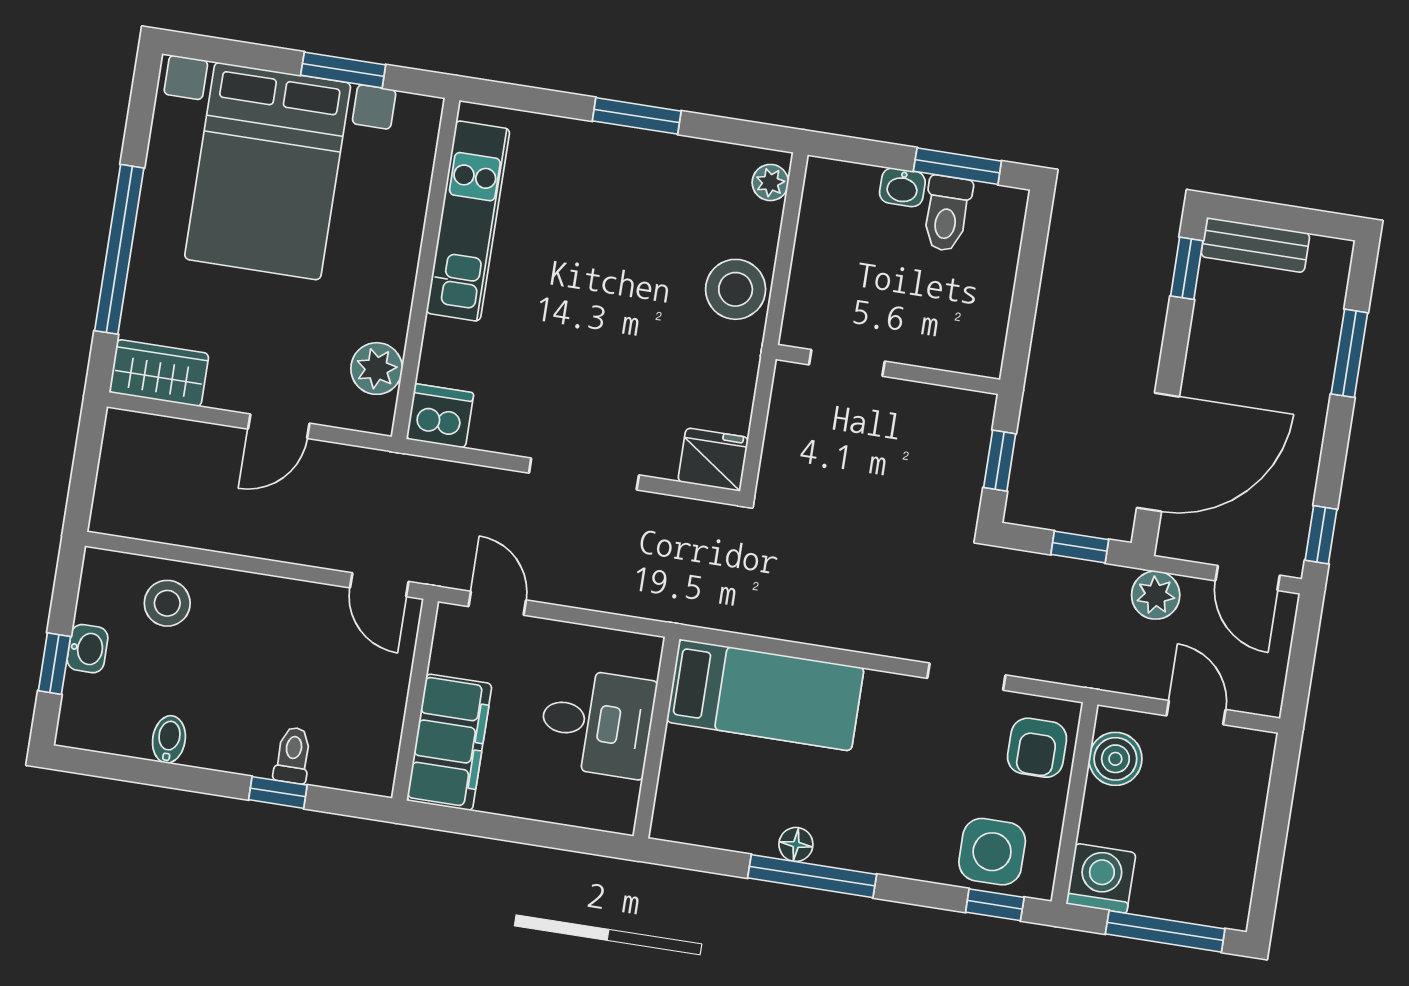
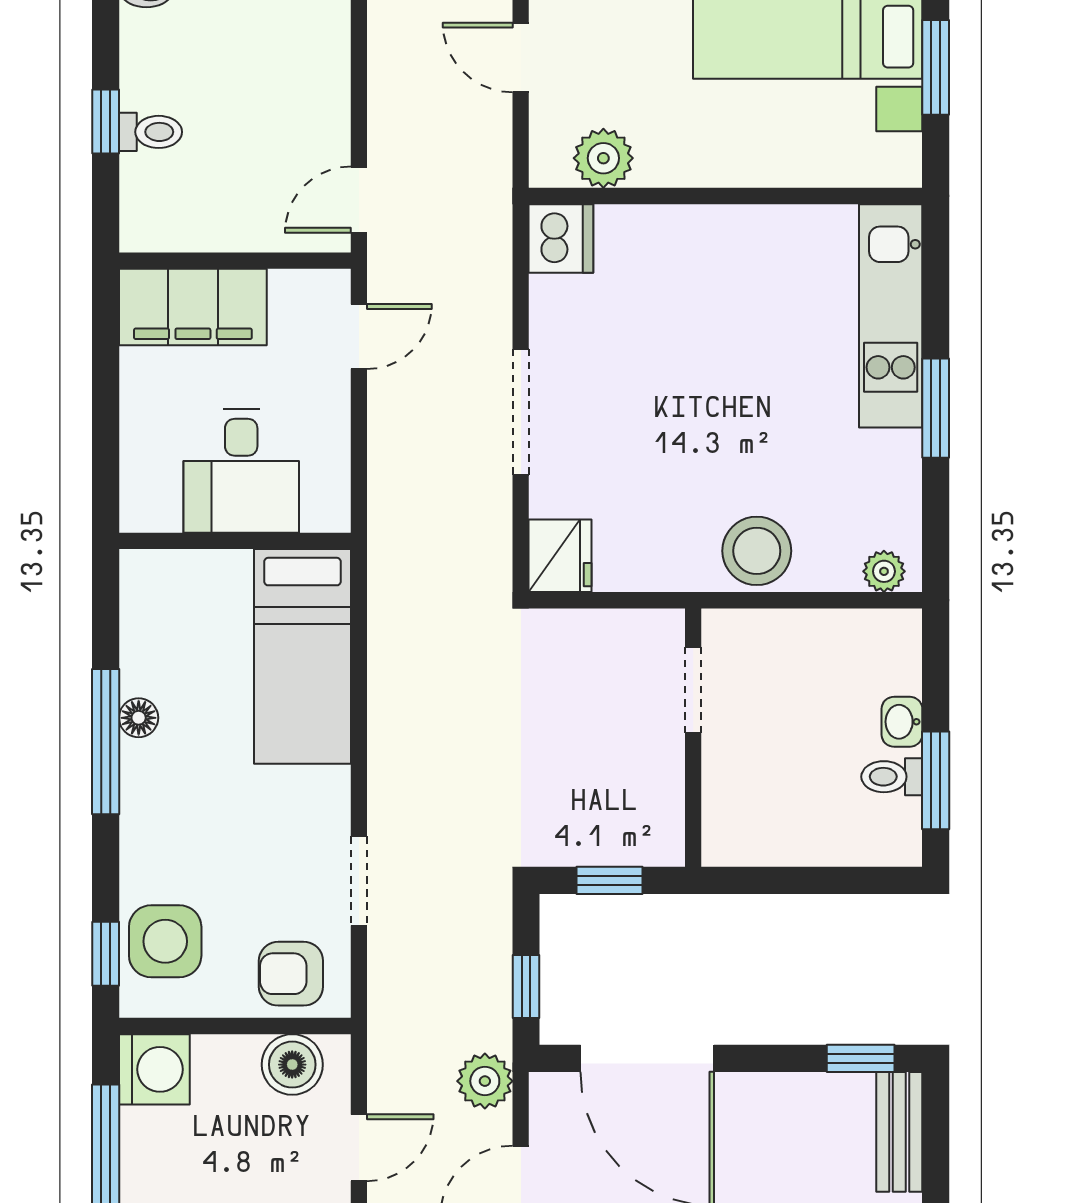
toilet: (947, 214) -> (892, 777), width x0.73, depth x0.72
kitchen unit: (468, 221) -> (891, 316), moved, turned 90

